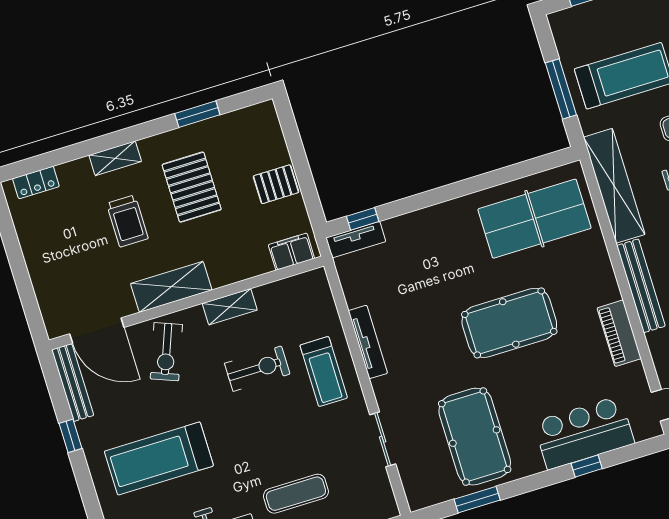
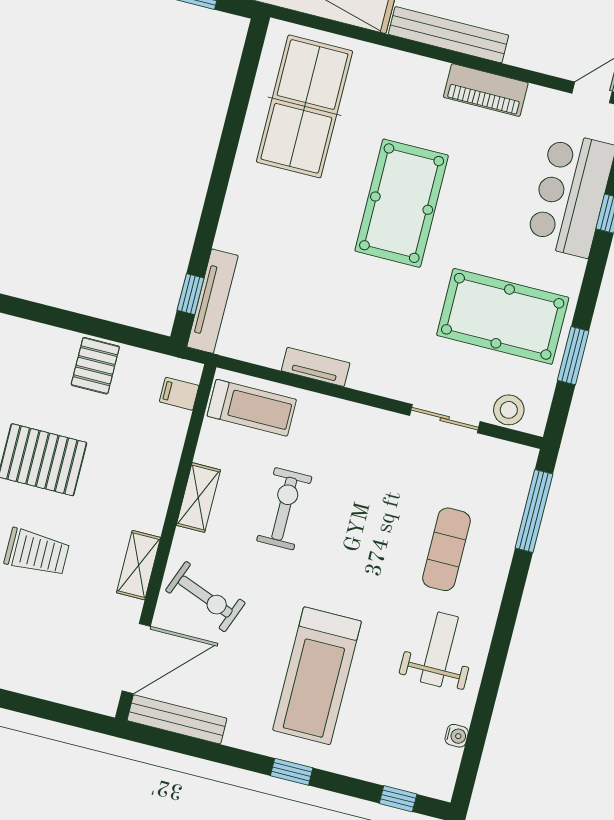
tv unit: (356, 240) -> (212, 301), width x1.41
filing cabinet: (291, 252) -> (179, 394), width x0.50
shelving: (171, 287) -> (139, 565), width x0.67, depth x0.75
tv unit: (368, 342) -> (316, 367), width x0.71
treadmill: (324, 372) -> (252, 408), moved
window: (71, 436) -> (292, 772), moved
stool: (415, 479) -> (509, 410), added

